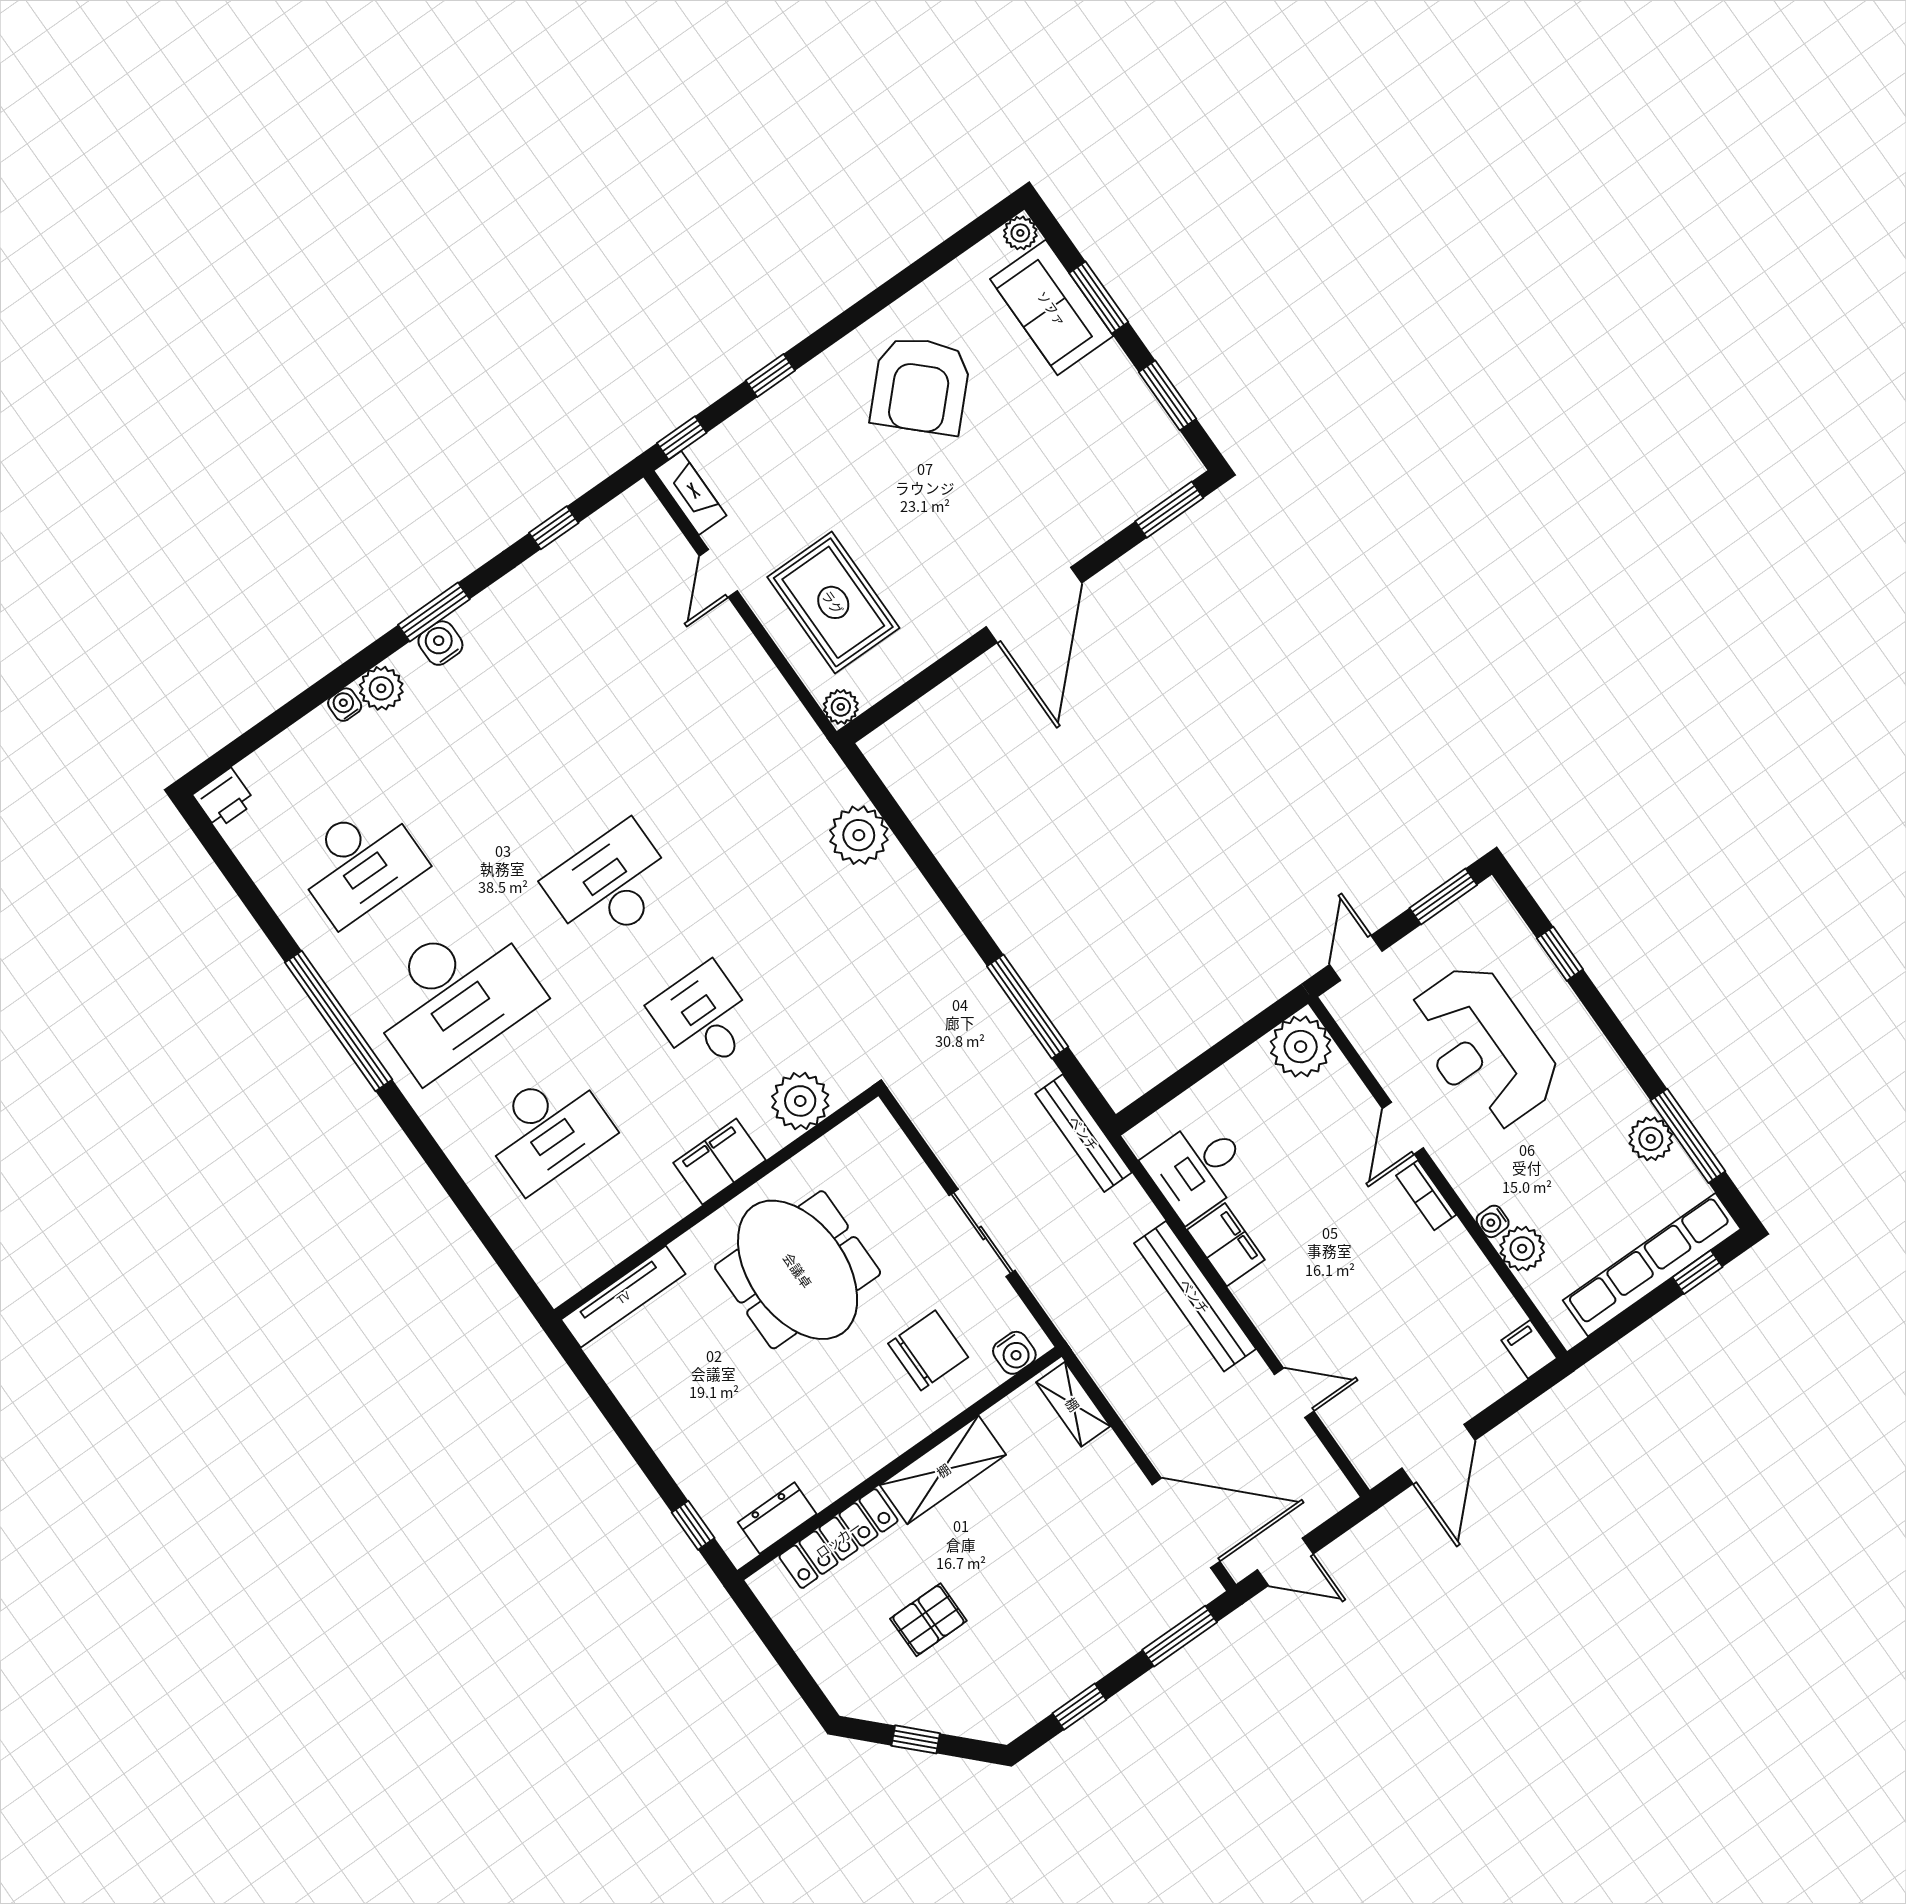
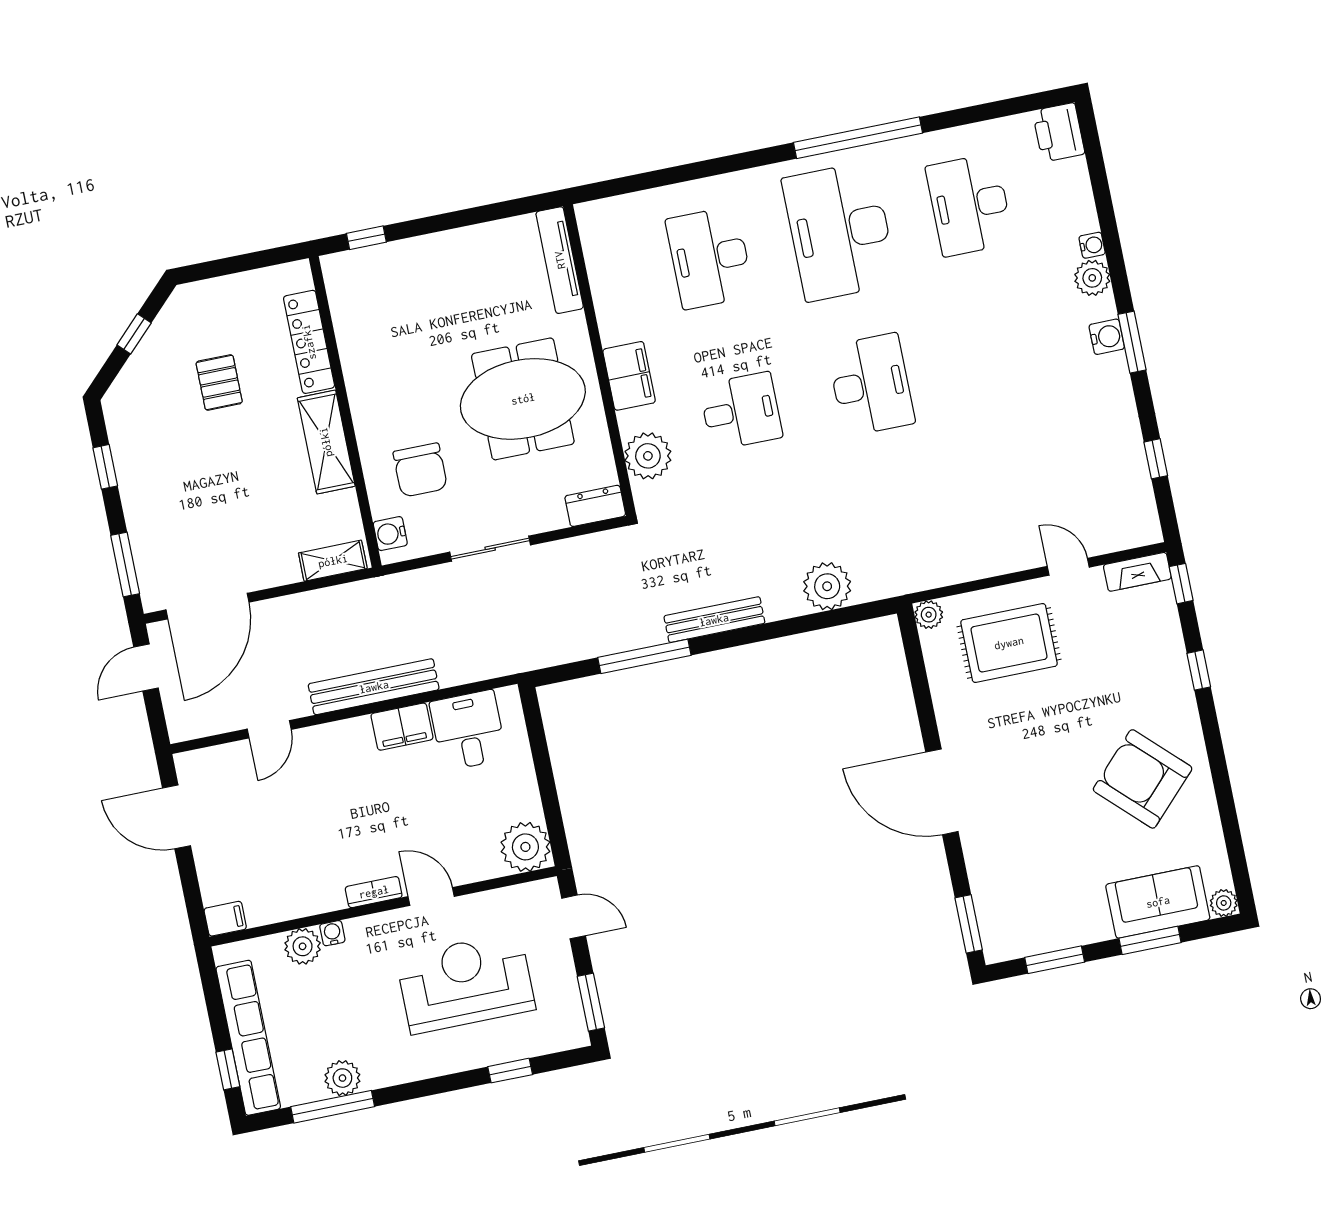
printer: (224, 799) -> (1059, 132), width x1.36, depth x1.24
bench: (1084, 1133) -> (714, 620), moved
dresser: (777, 1518) -> (595, 506), moved, turned -90

